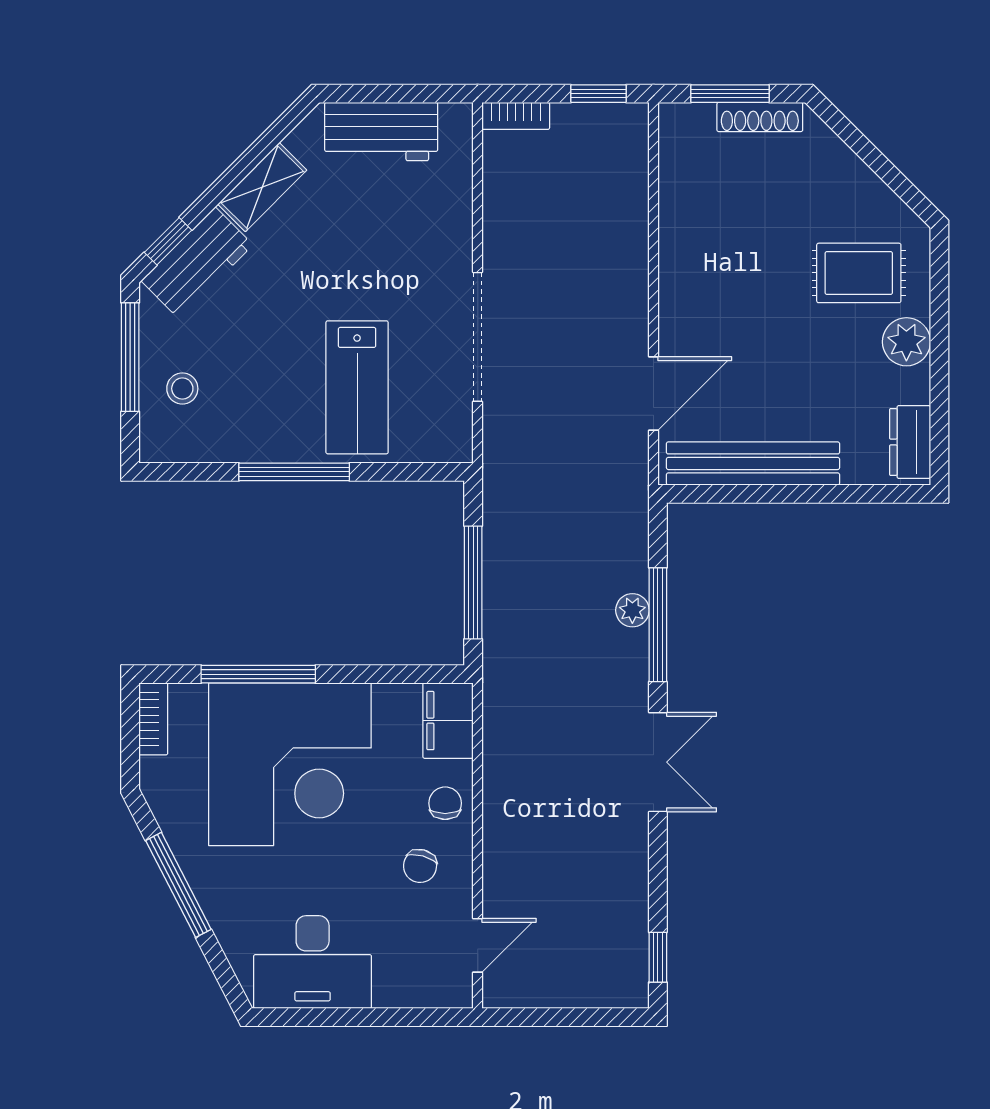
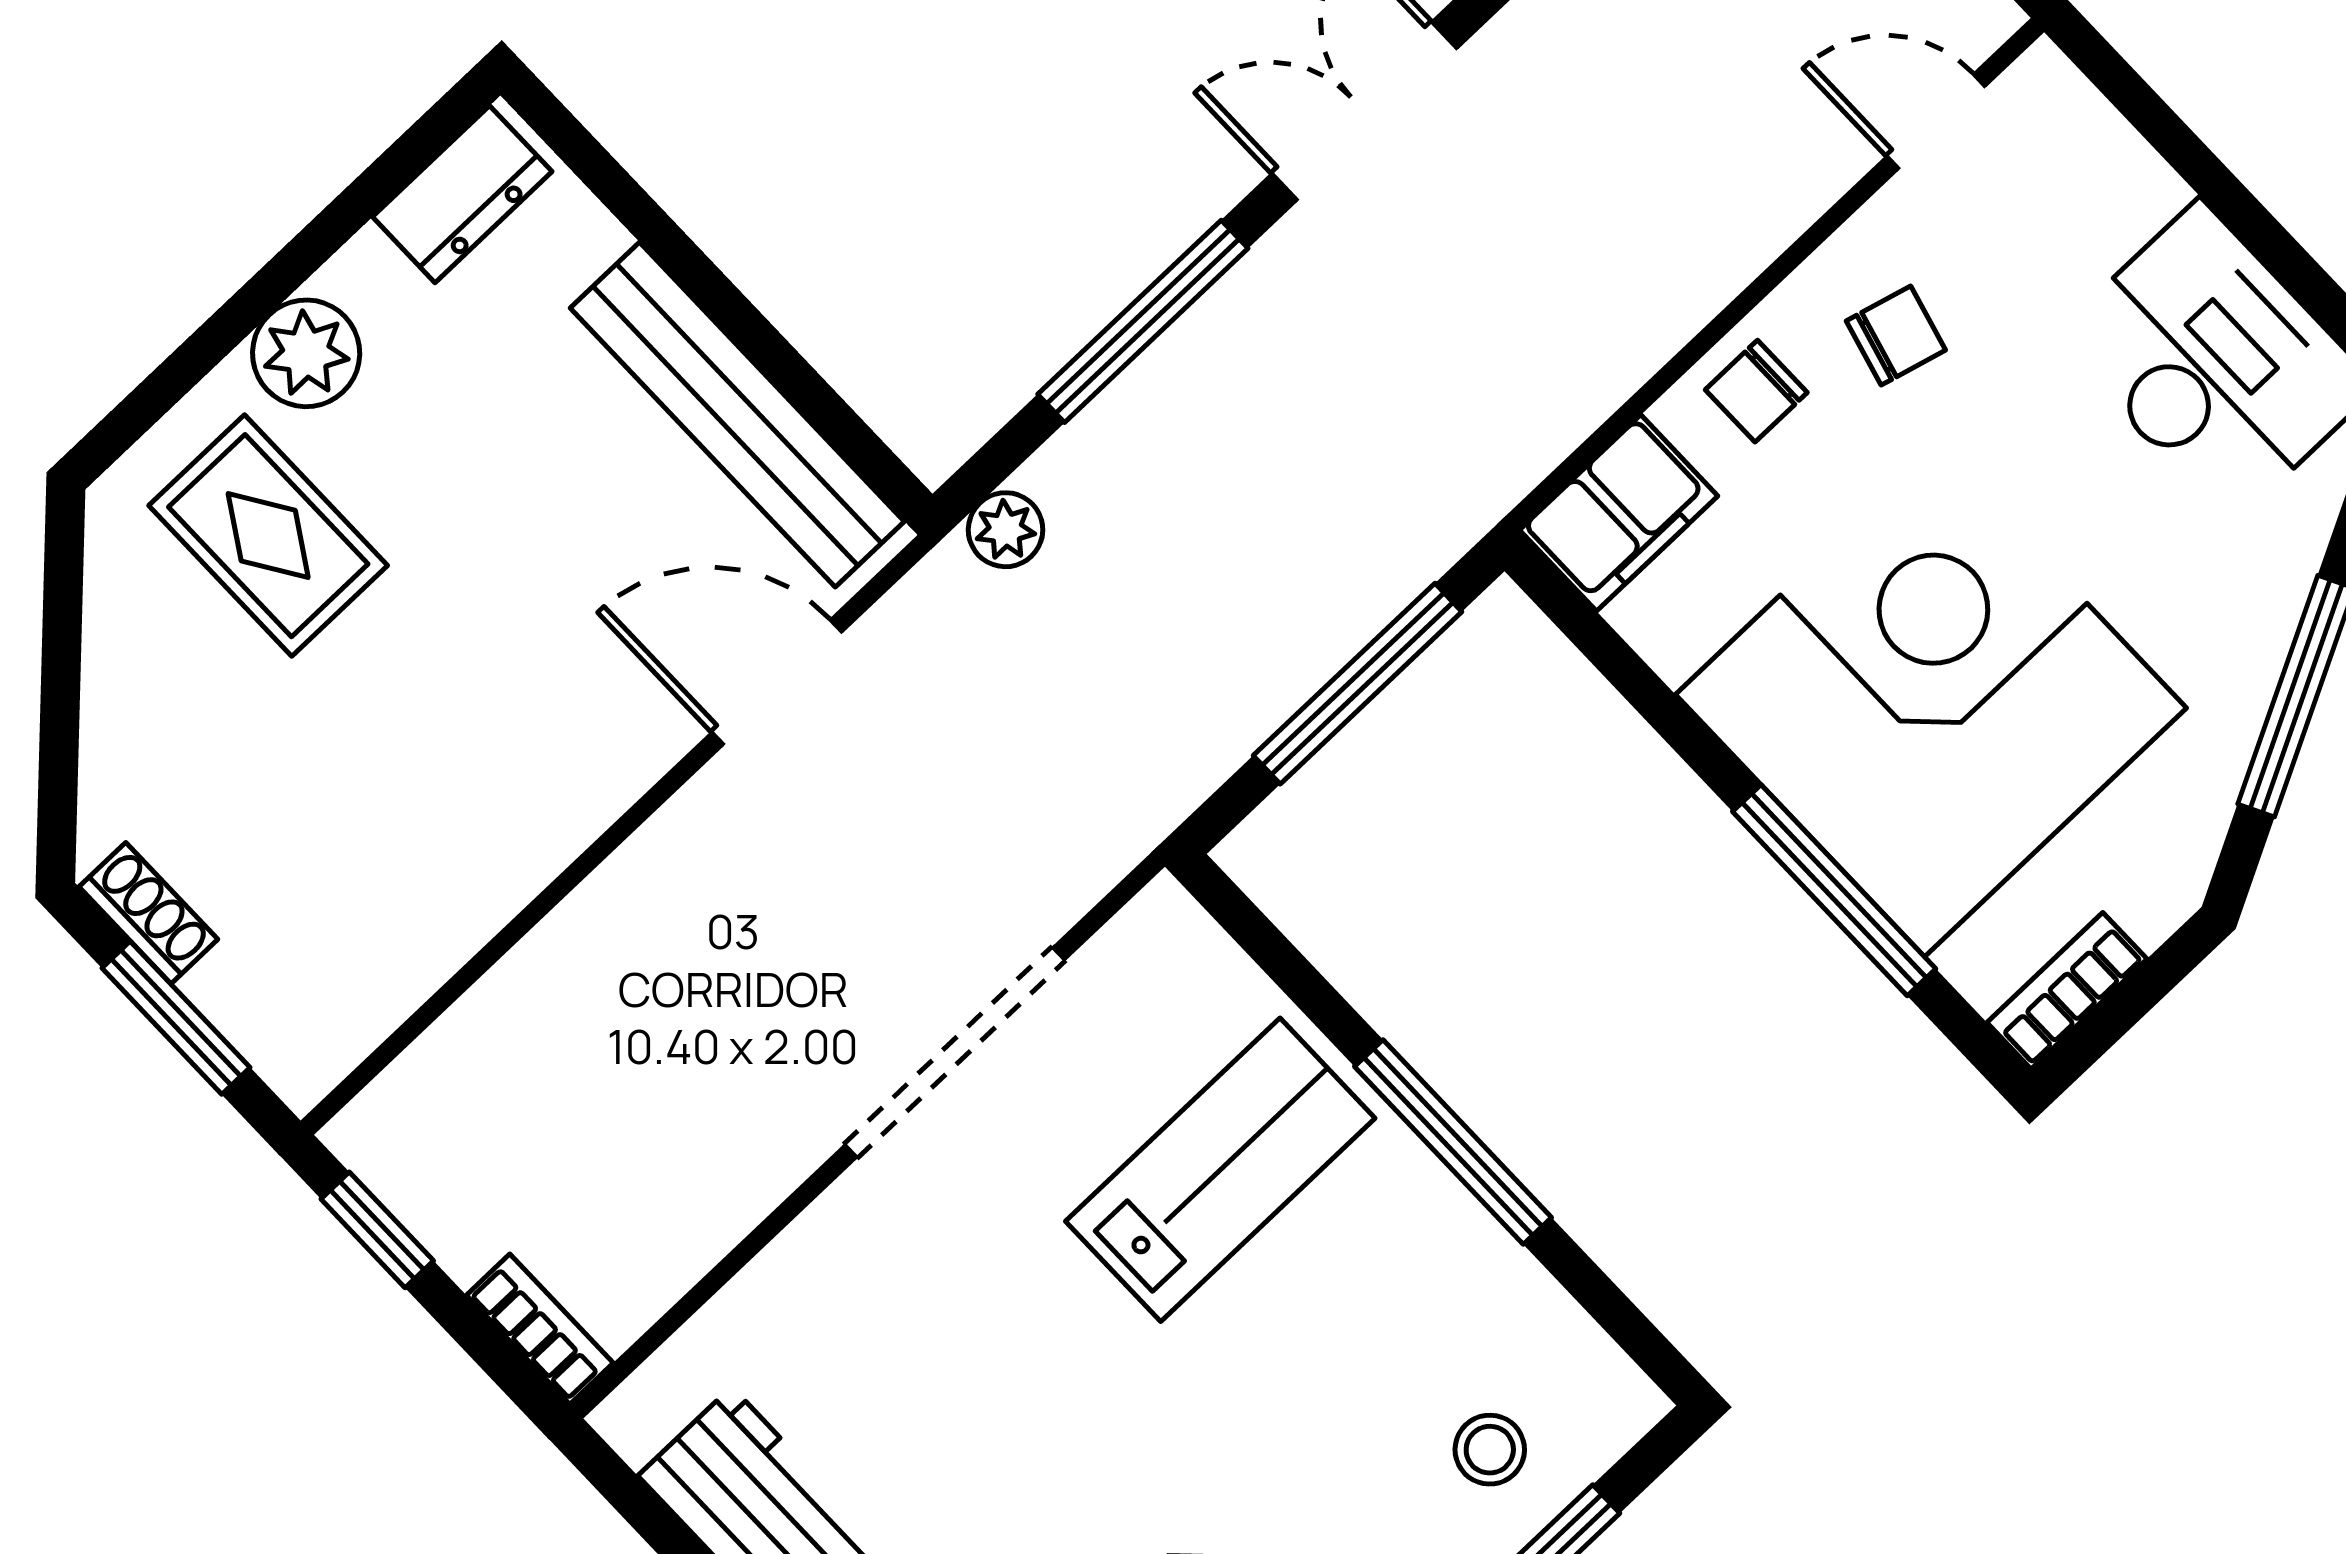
shoe rack: (760, 117) -> (148, 913), width x0.70
plant: (632, 610) -> (1006, 530), moved

